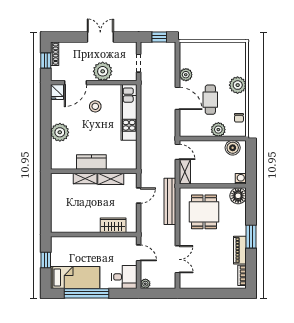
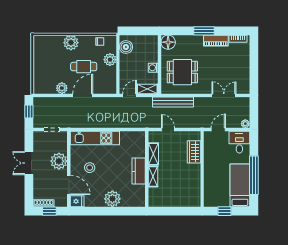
washing machine: (241, 179) -> (153, 68), moved

